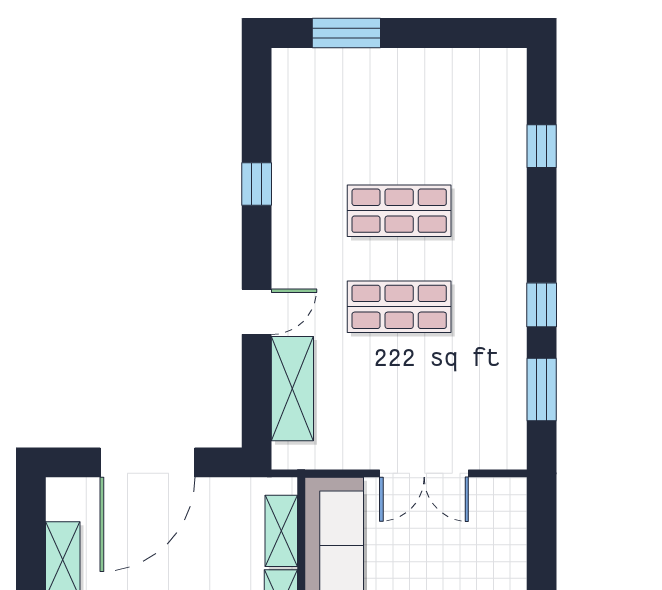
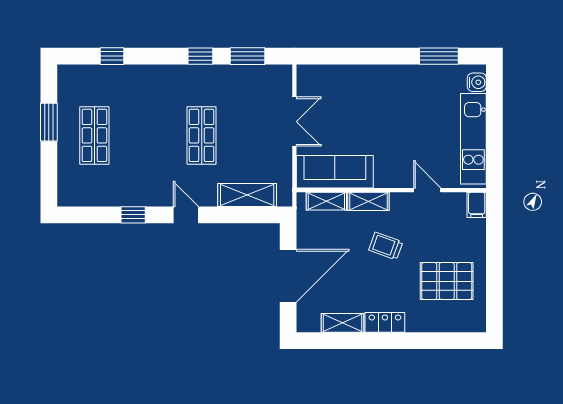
window: (346, 33) -> (49, 122), moved
shop shelf: (399, 211) -> (94, 135), moved
door: (257, 312) -> (186, 215), moved
door: (148, 462) -> (288, 276), hinge flipped

